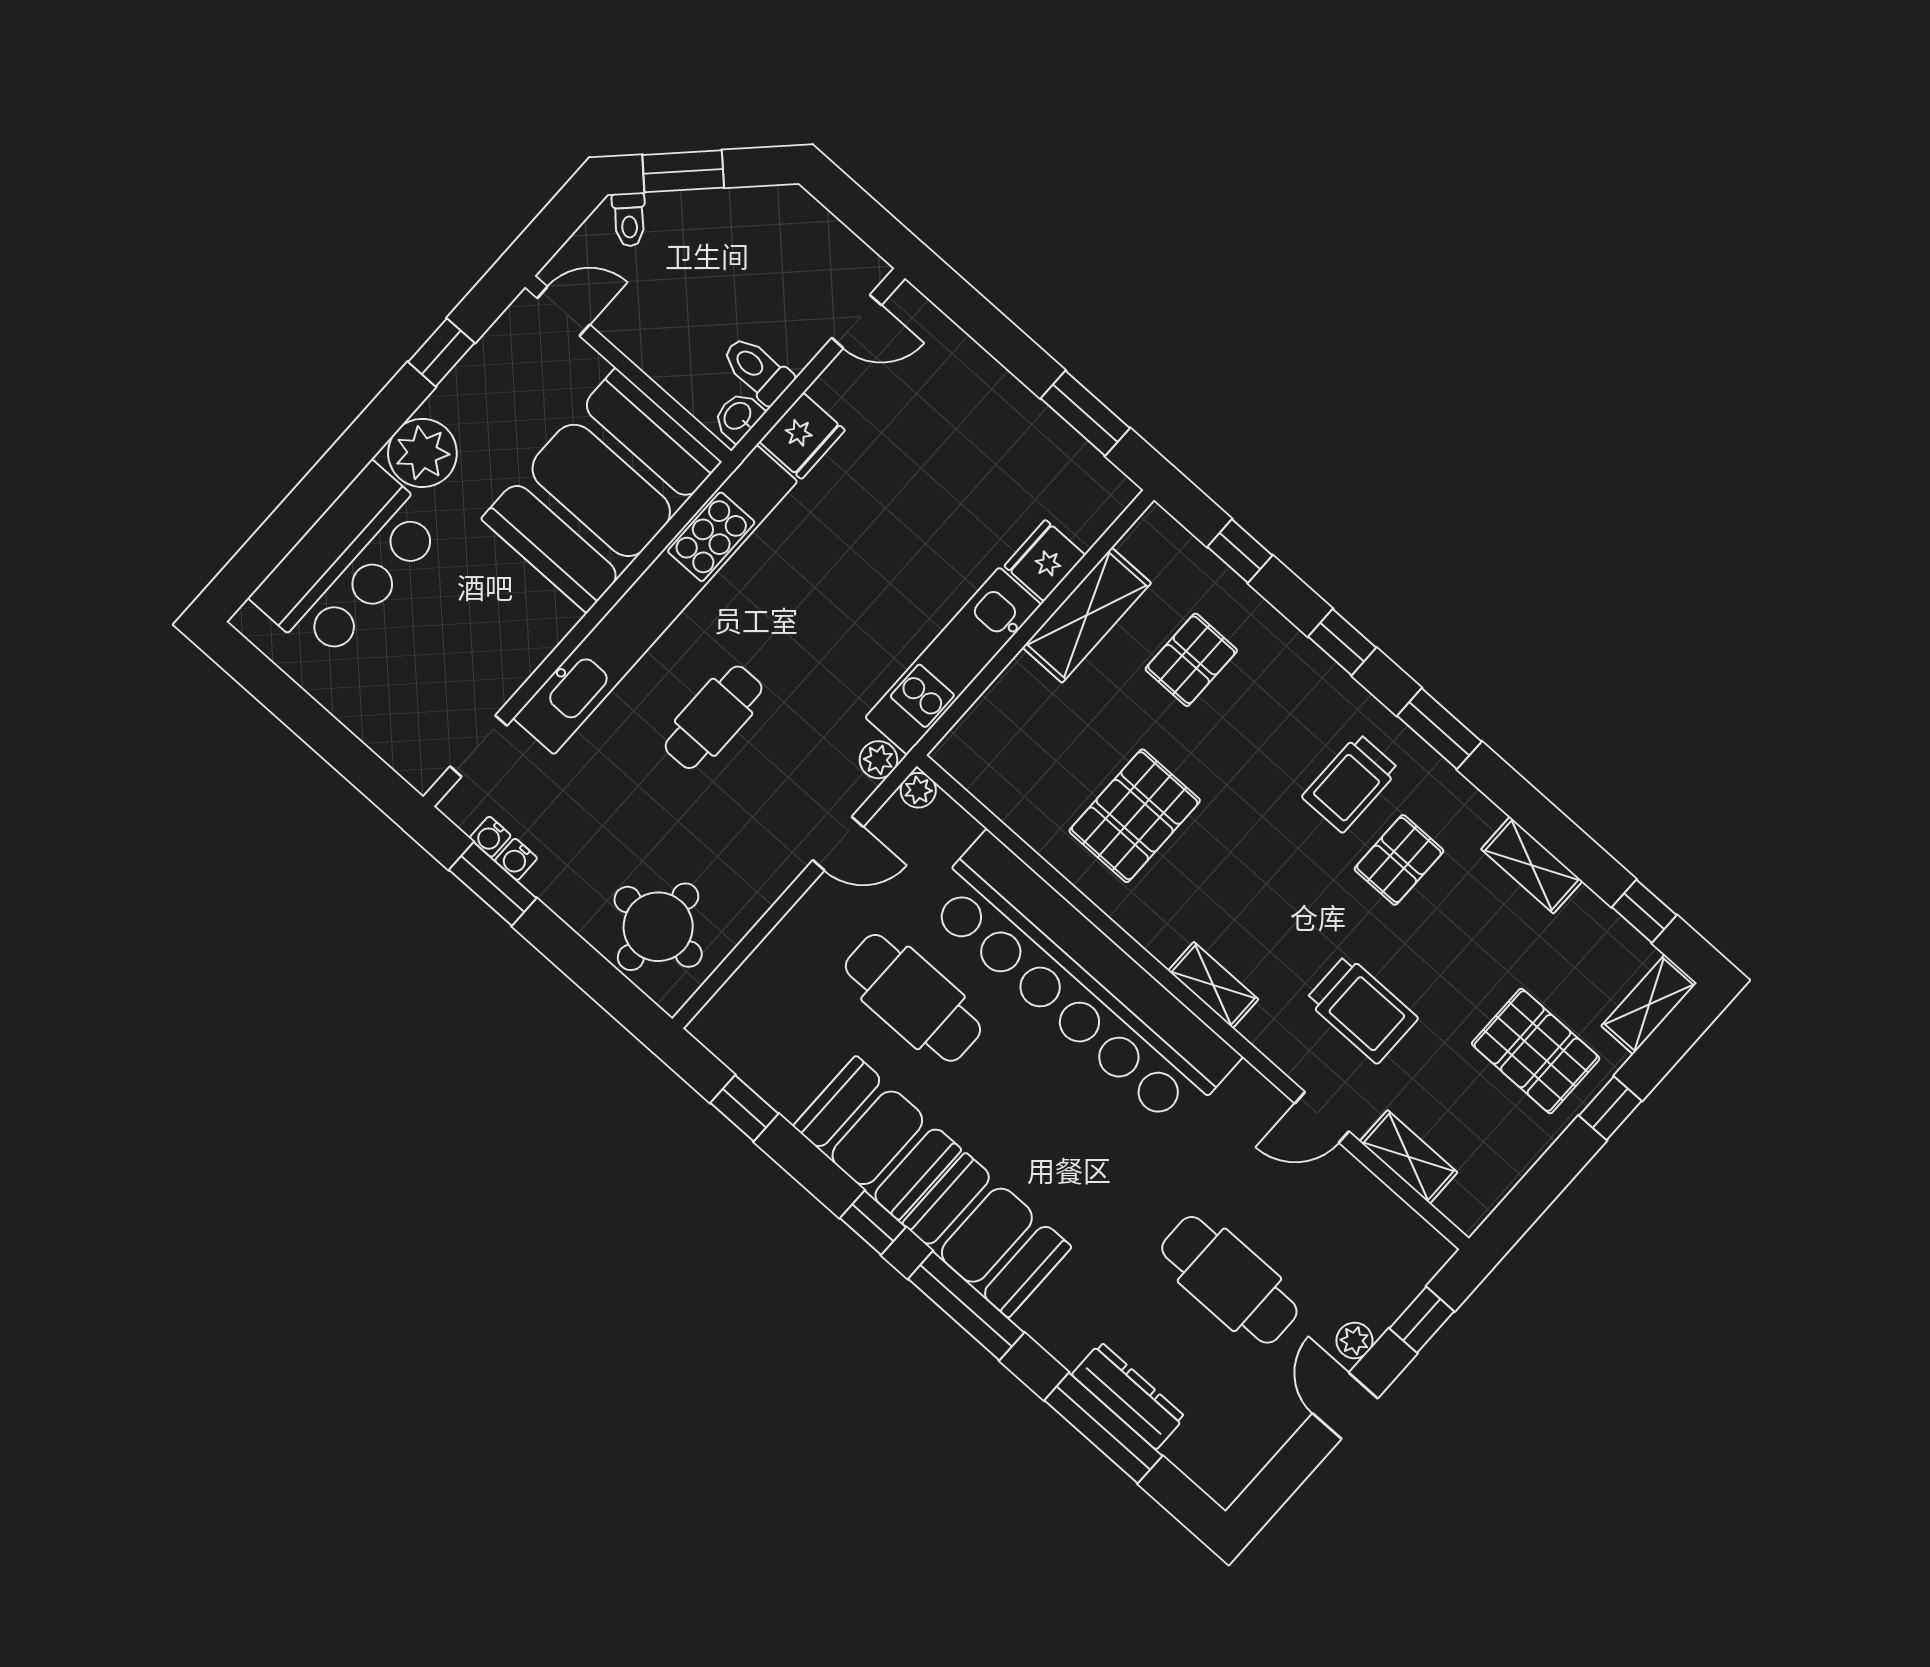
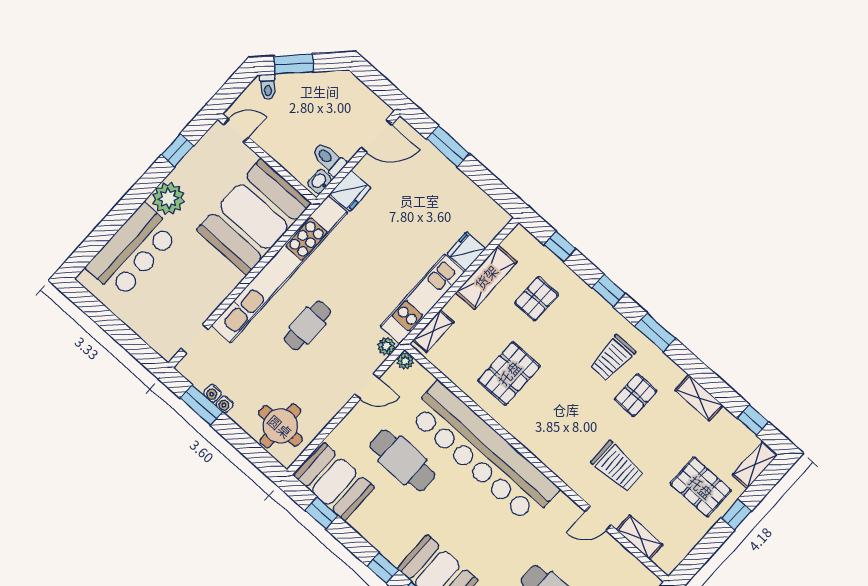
door: (857, 321) -> (377, 136), width x1.38
window: (1085, 413) -> (448, 146), moved
water cooler: (490, 837) -> (225, 404), moved
shelving: (1213, 985) -> (433, 331), moved, turned 90
booth: (877, 1138) -> (334, 482), moved

